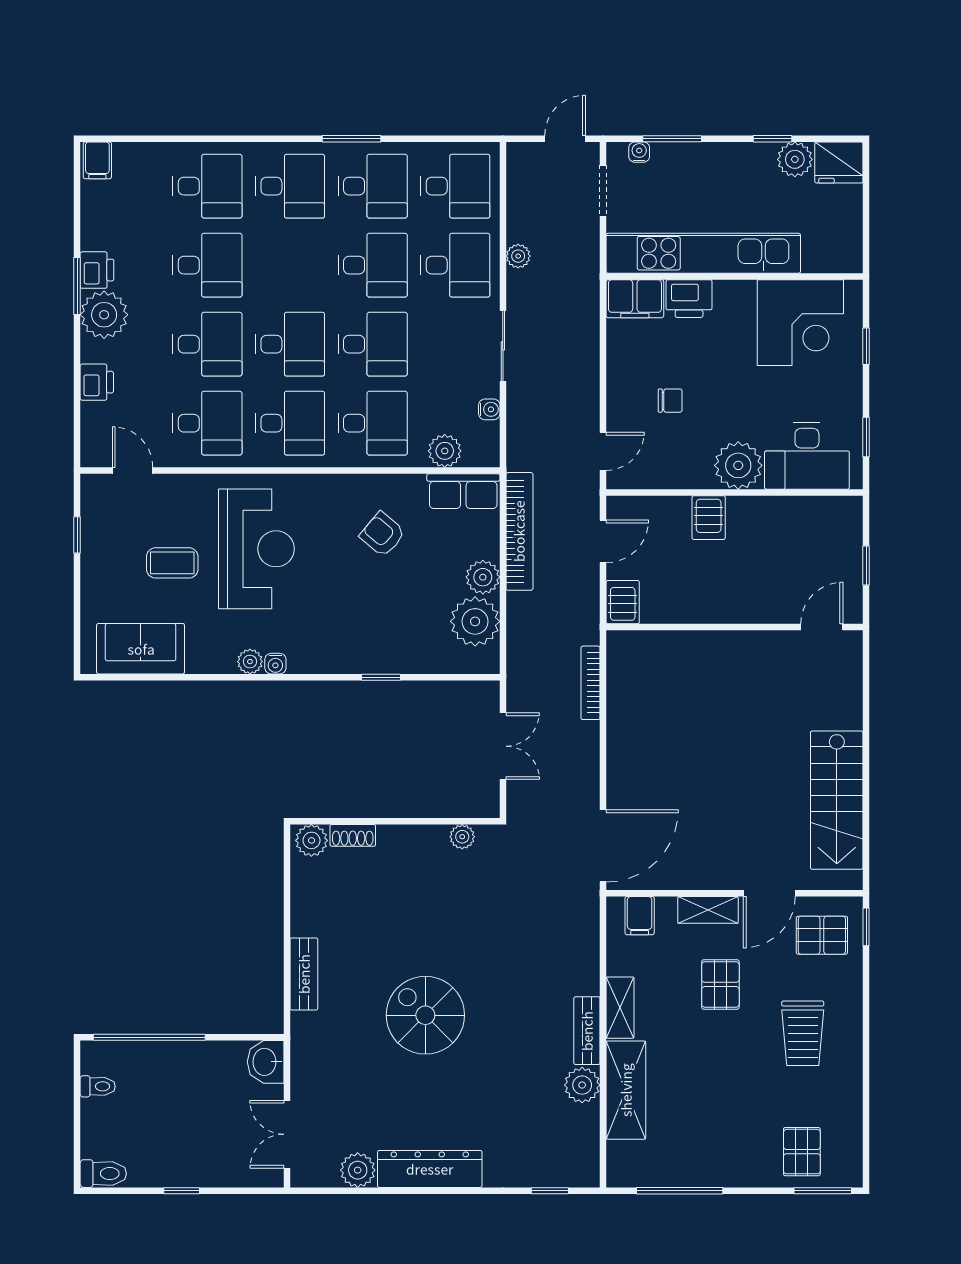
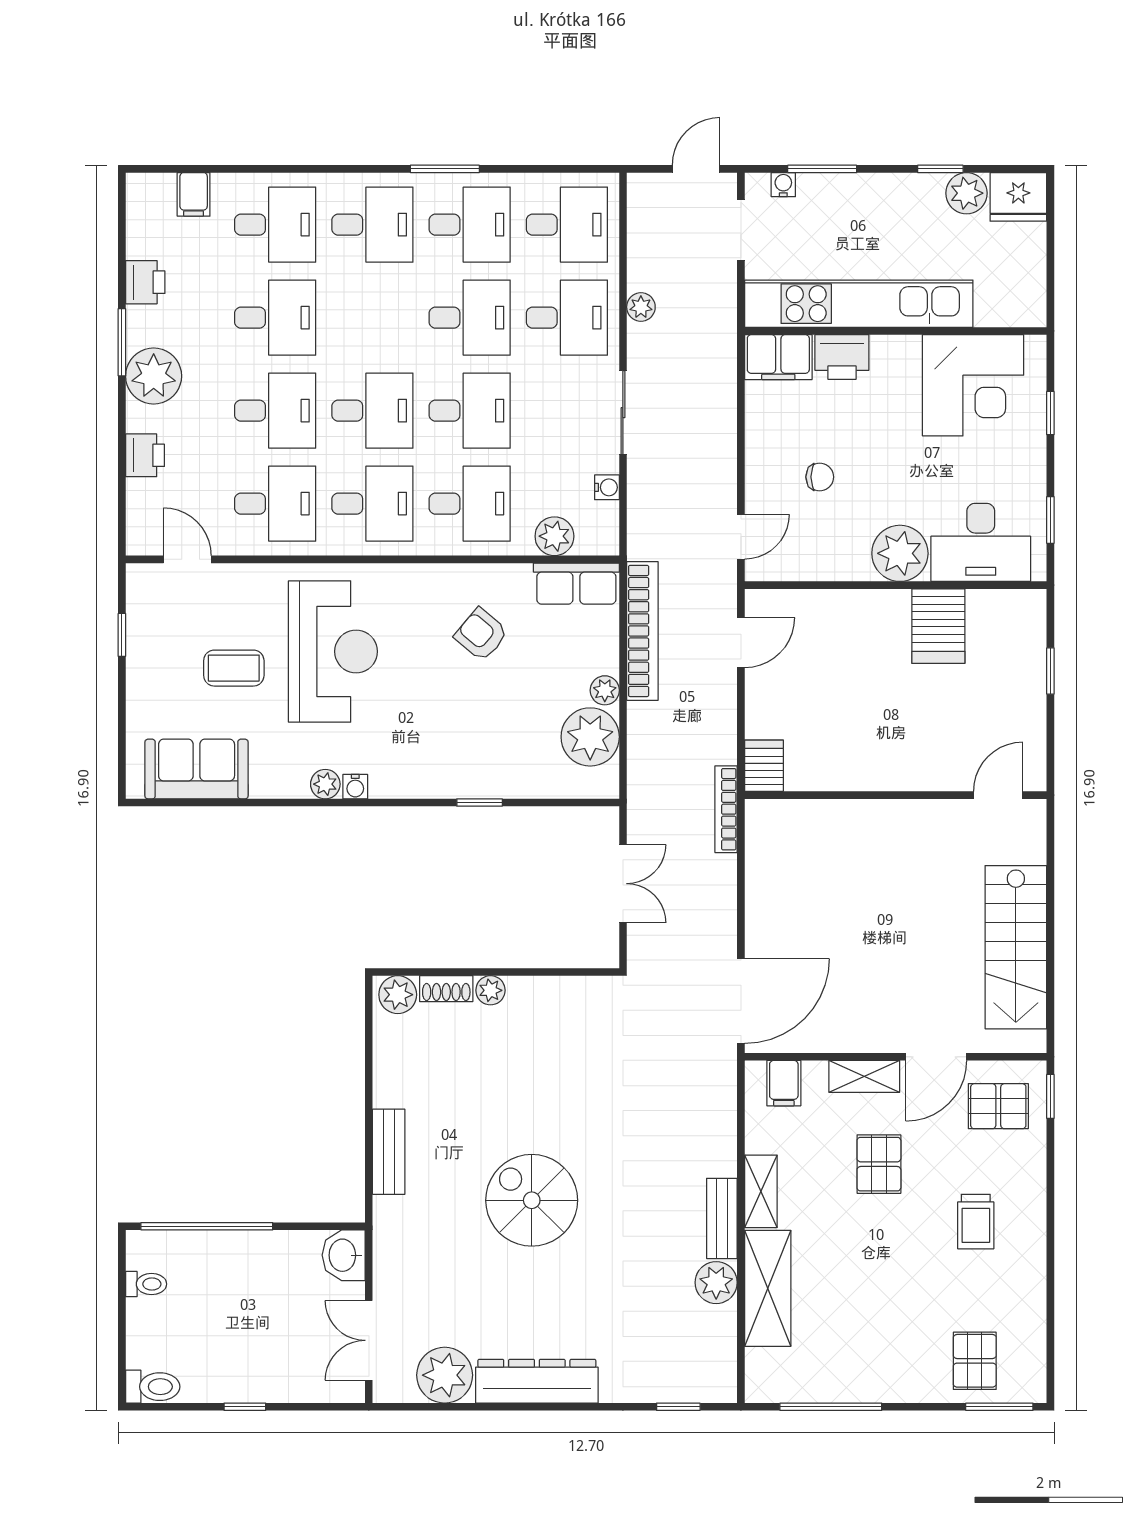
filing cabinet: (97, 160) -> (194, 194), moved
printer: (97, 270) -> (145, 282), moved
server rack: (709, 518) -> (938, 626), moved, width x1.36, depth x1.44
plant: (483, 577) -> (605, 690), width x0.73, depth x0.73
server rack: (623, 602) -> (764, 766), moved
wall: (735, 627) -> (896, 795), moved
door: (822, 627) -> (998, 795), moved
plant: (462, 837) -> (490, 990), moved
trolley: (803, 1033) -> (976, 1222), width x0.73, depth x0.72
plant: (358, 1170) -> (445, 1375), width x1.36, depth x1.36

